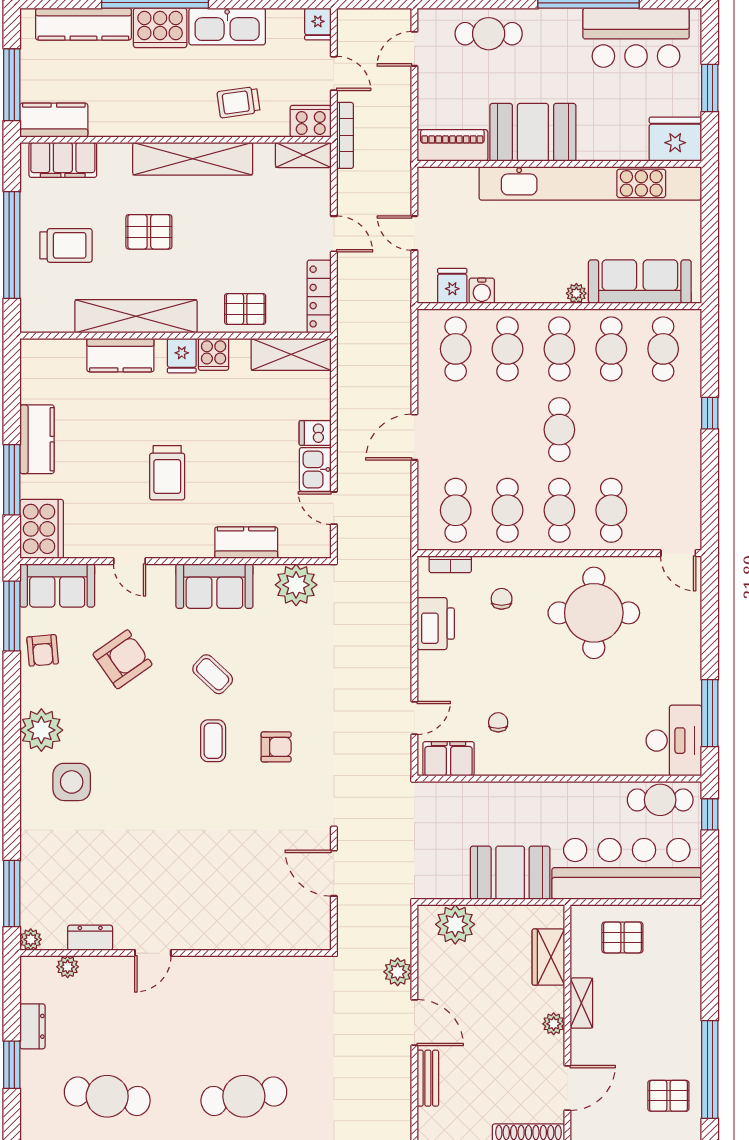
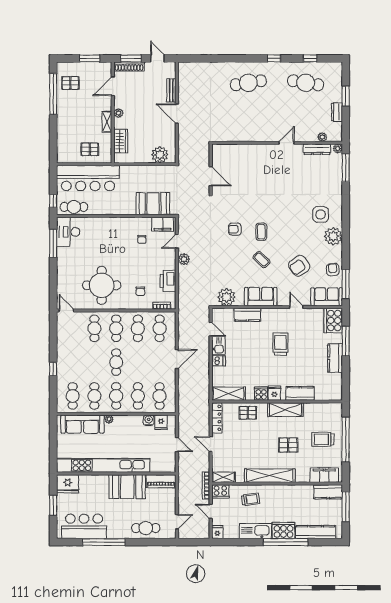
shelving: (136, 316) -> (285, 410), width x0.68
booth: (510, 873) -> (153, 204), moved
dresser: (90, 938) -> (317, 149), width x1.44
plant: (398, 972) -> (184, 259), moved

